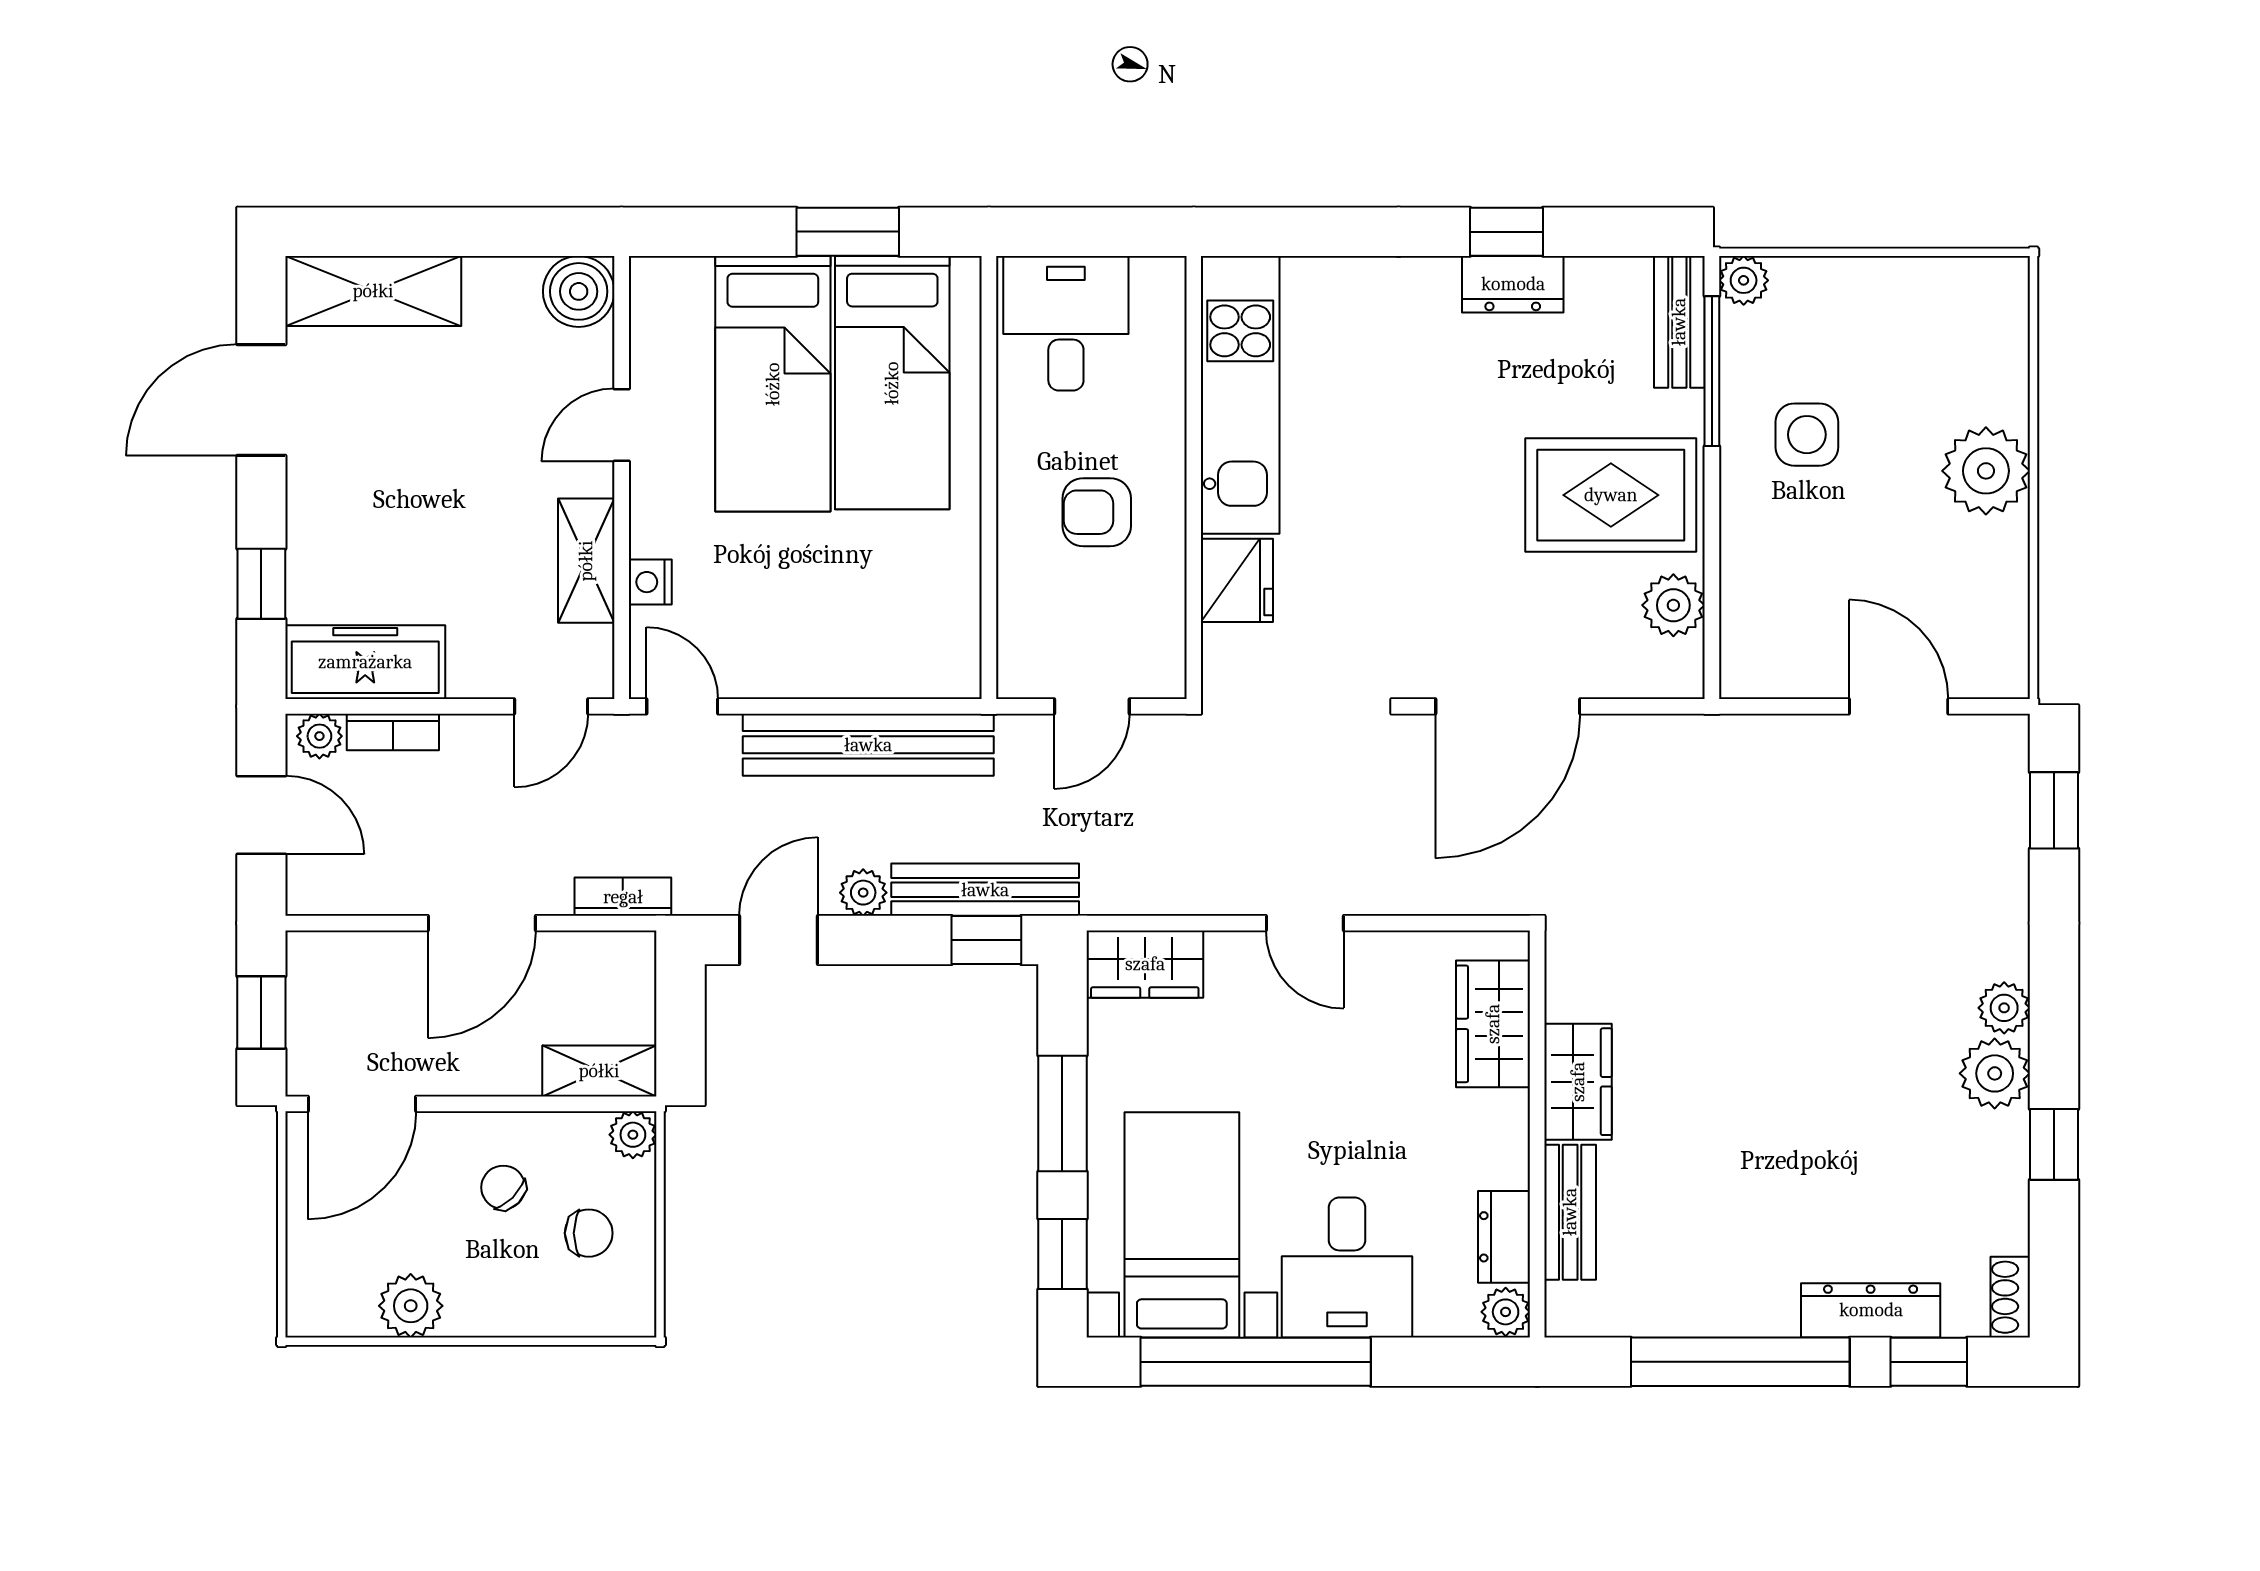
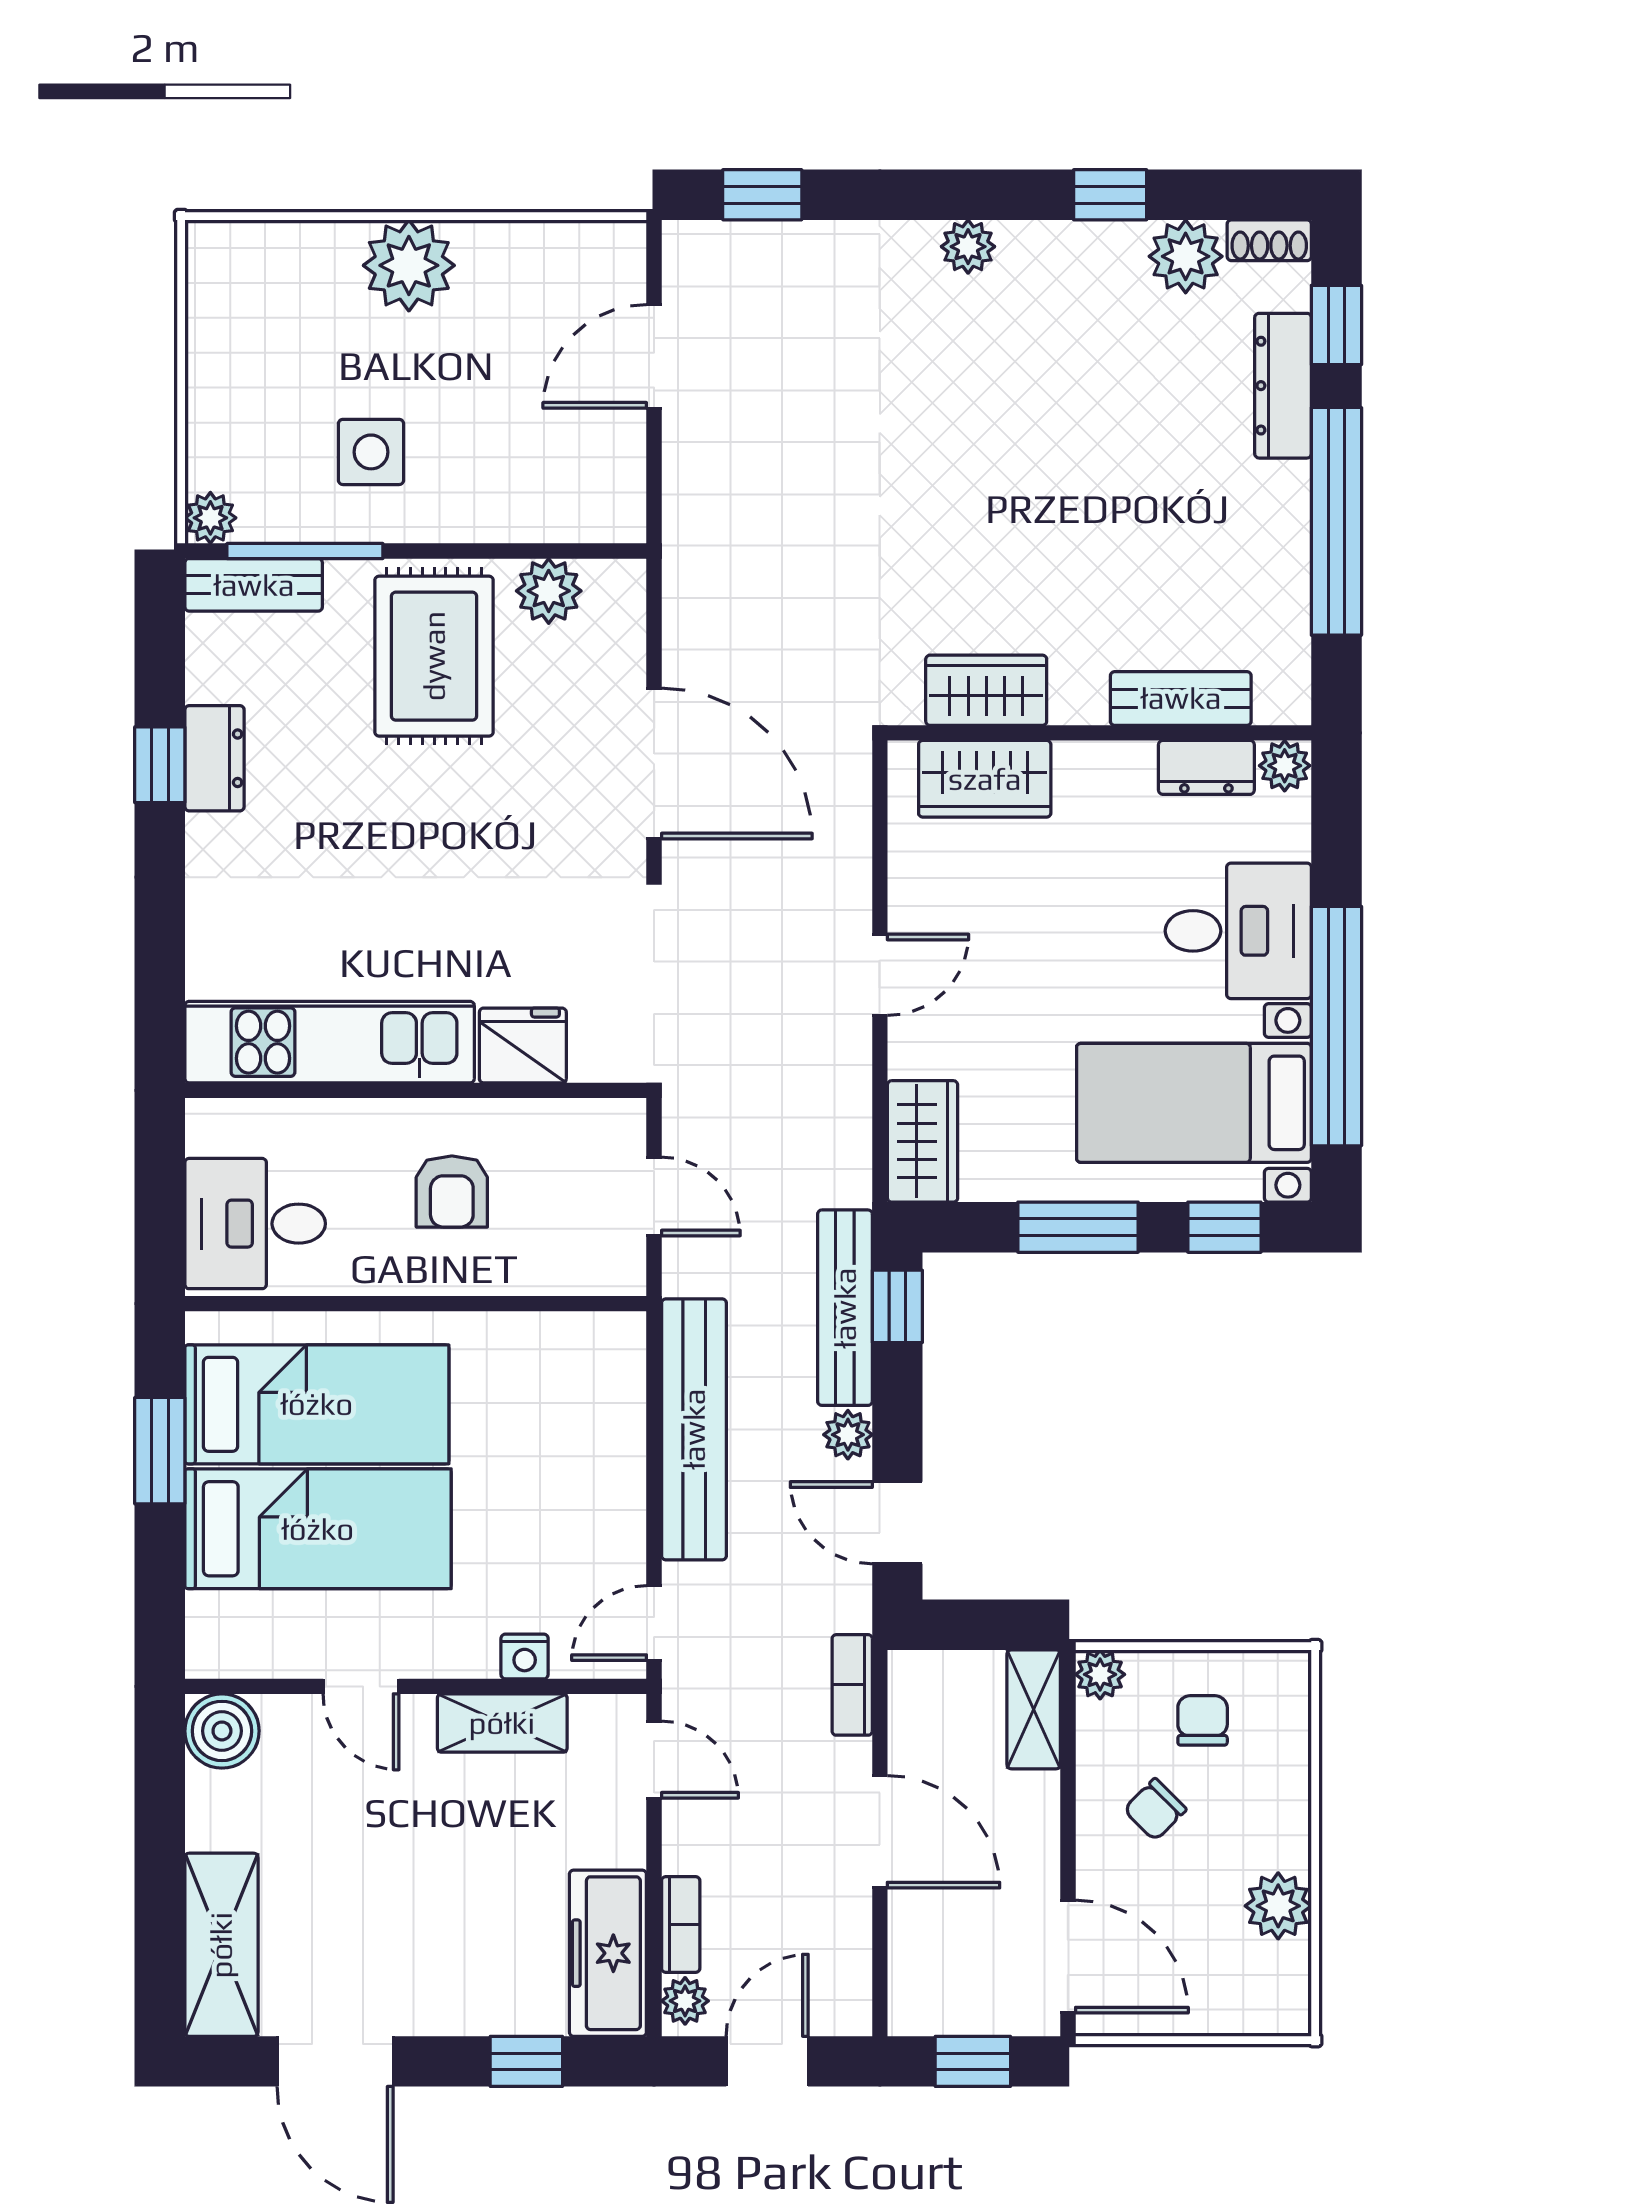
plant: (1995, 1073) -> (1186, 256), moved
wardrobe: (1578, 1082) -> (986, 690), moved

